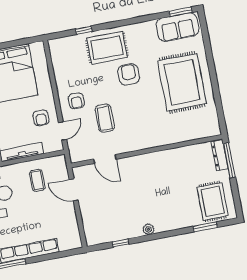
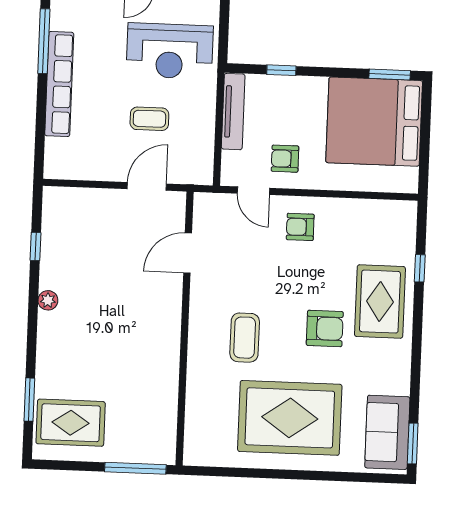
coffee table: (105, 118) -> (245, 338), moved, turned 90
dresser: (220, 155) -> (148, 454), removed
coffee table: (37, 180) -> (149, 119), moved

